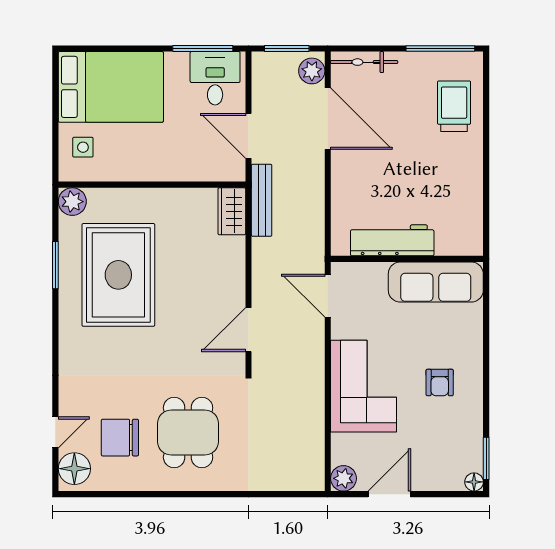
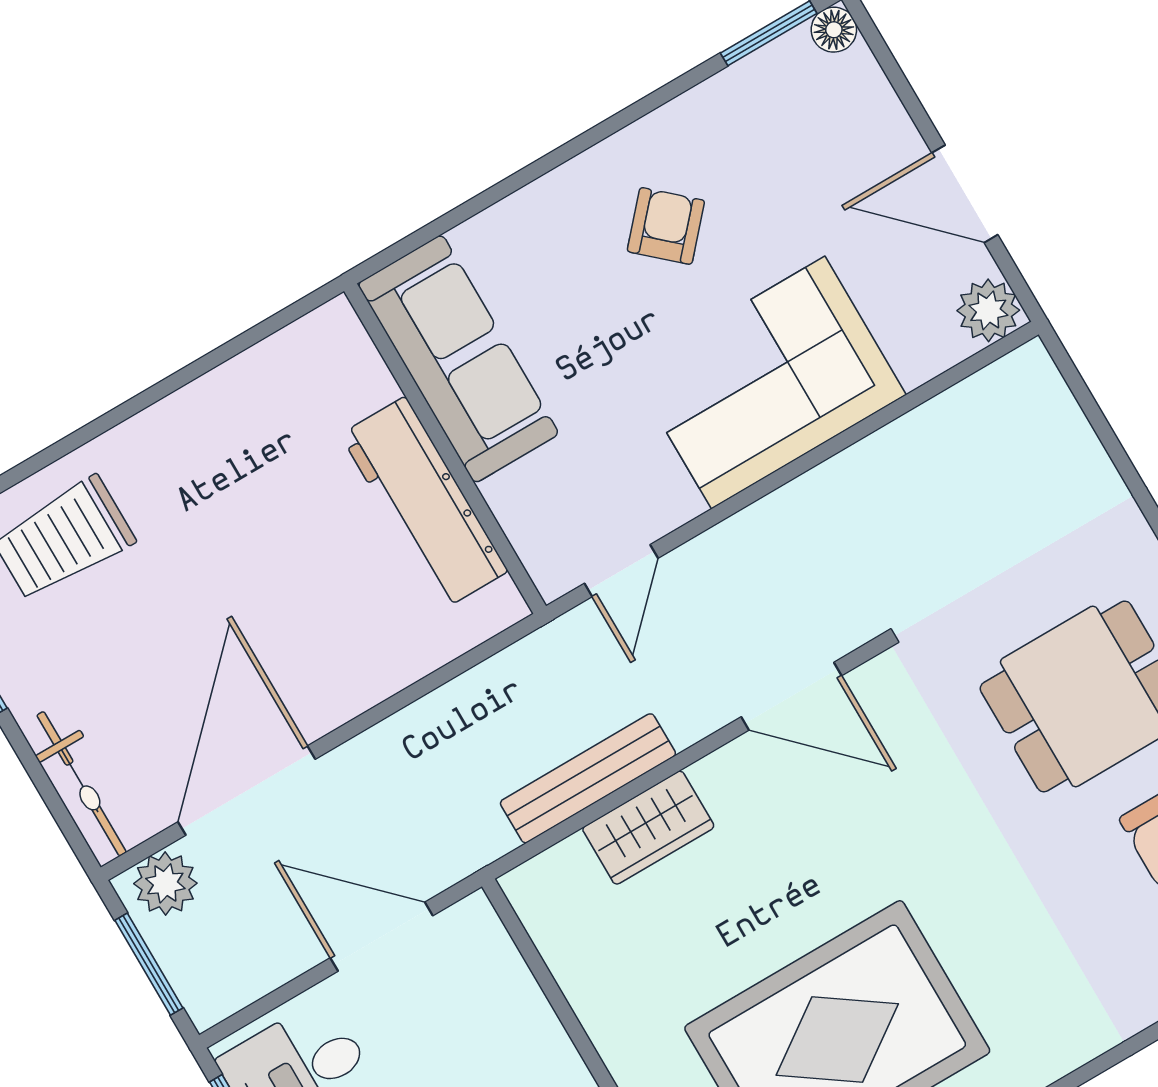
door: (248, 136) -> (381, 937), swing flipped
bench: (262, 200) -> (588, 778), moved
wardrobe: (232, 211) -> (648, 828), moved
door: (328, 296) -> (621, 571), width x0.73
armchair: (440, 382) -> (666, 226), turned -48

